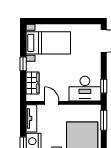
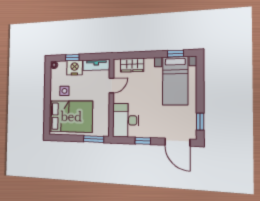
window: (85, 21) -> (200, 122), added
window: (23, 64) -> (175, 54), moved
window: (104, 86) -> (143, 141), moved

